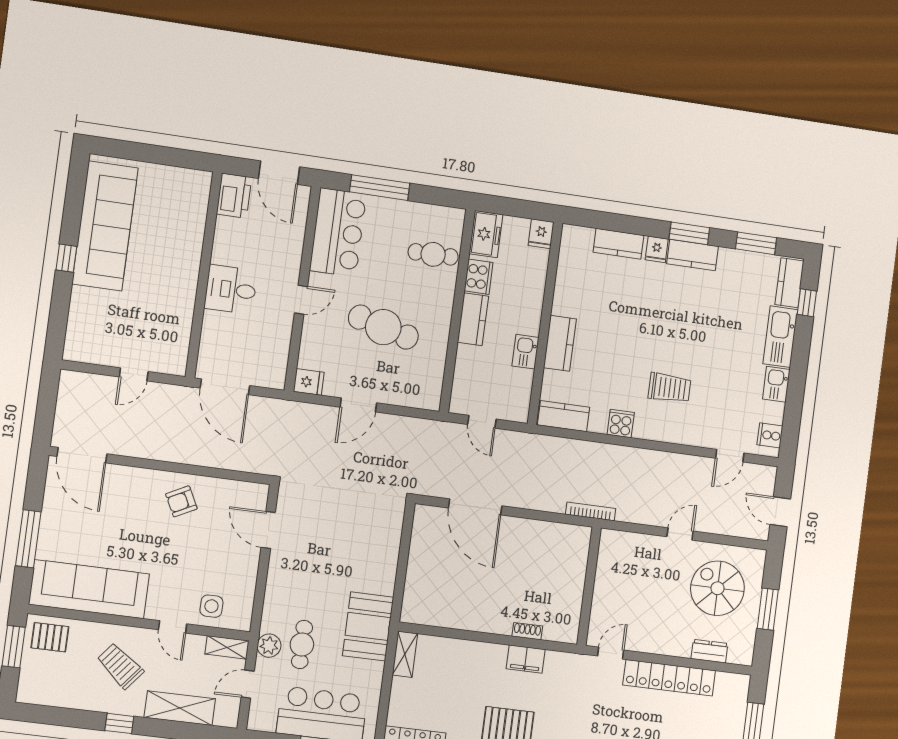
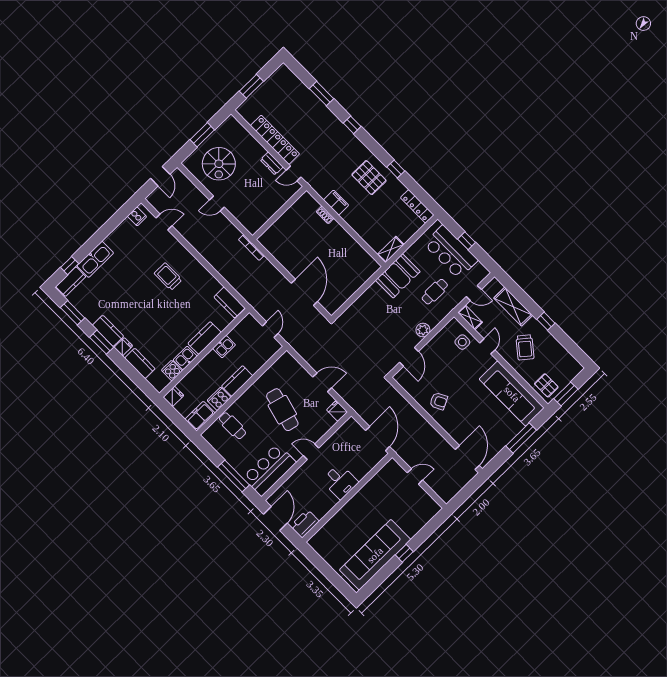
kitchen sink: (776, 384) -> (185, 358), moved, turned 180
cooker: (621, 423) -> (172, 371), moved, turned 90
plant: (269, 646) -> (423, 330), moved
dresser: (709, 651) -> (272, 163), moved

